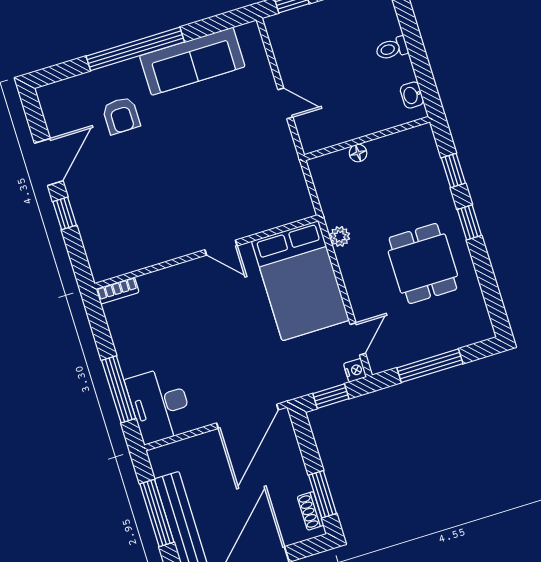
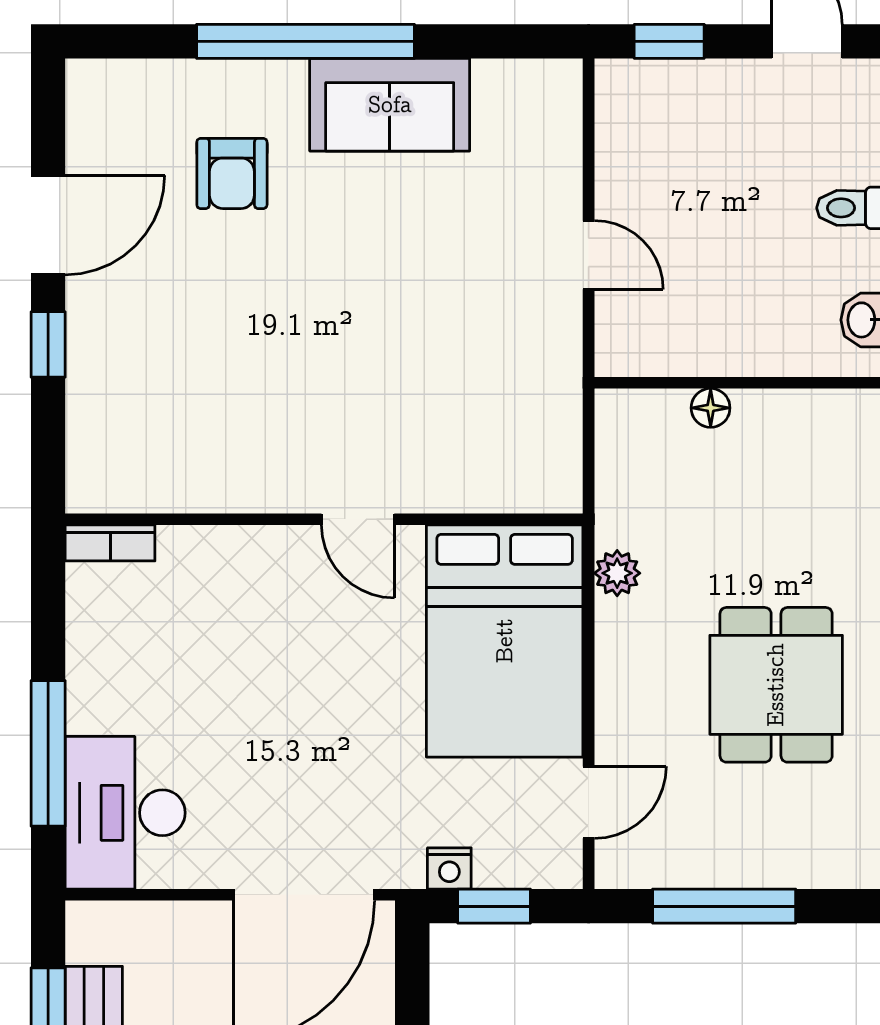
sofa: (192, 61) -> (390, 105), width x0.73
nightstand: (355, 370) -> (449, 868), moved, turned 90

